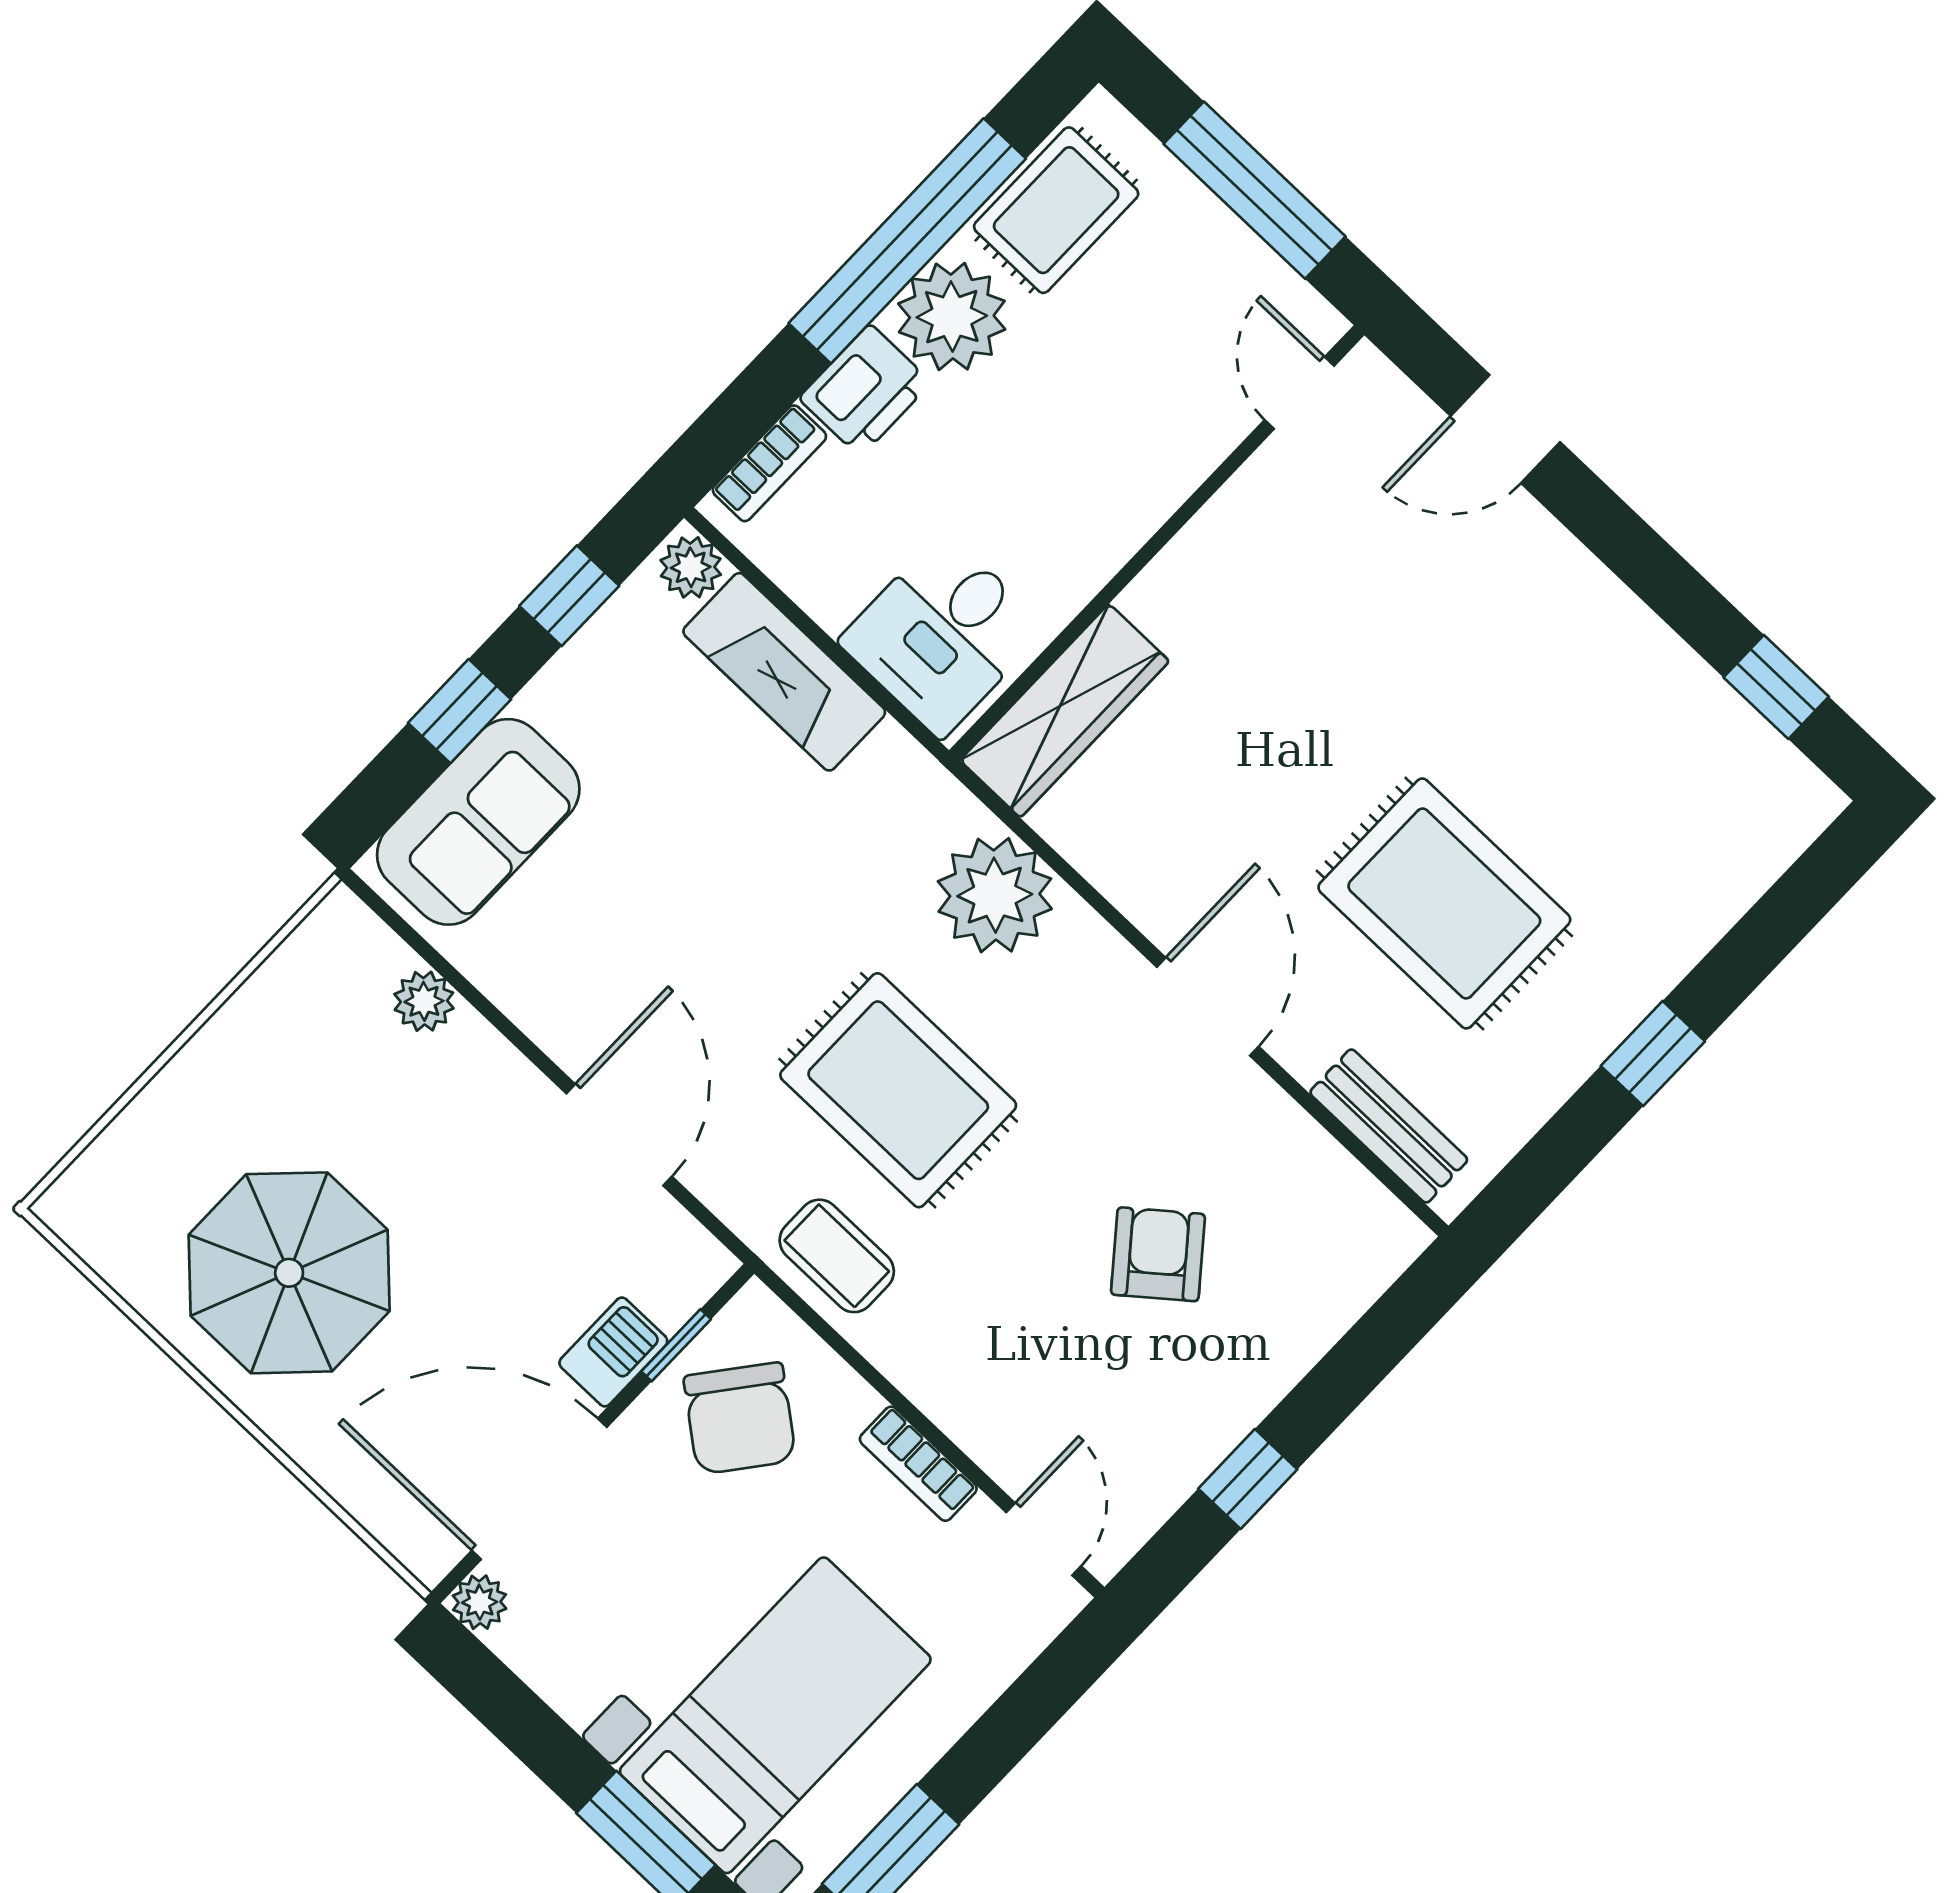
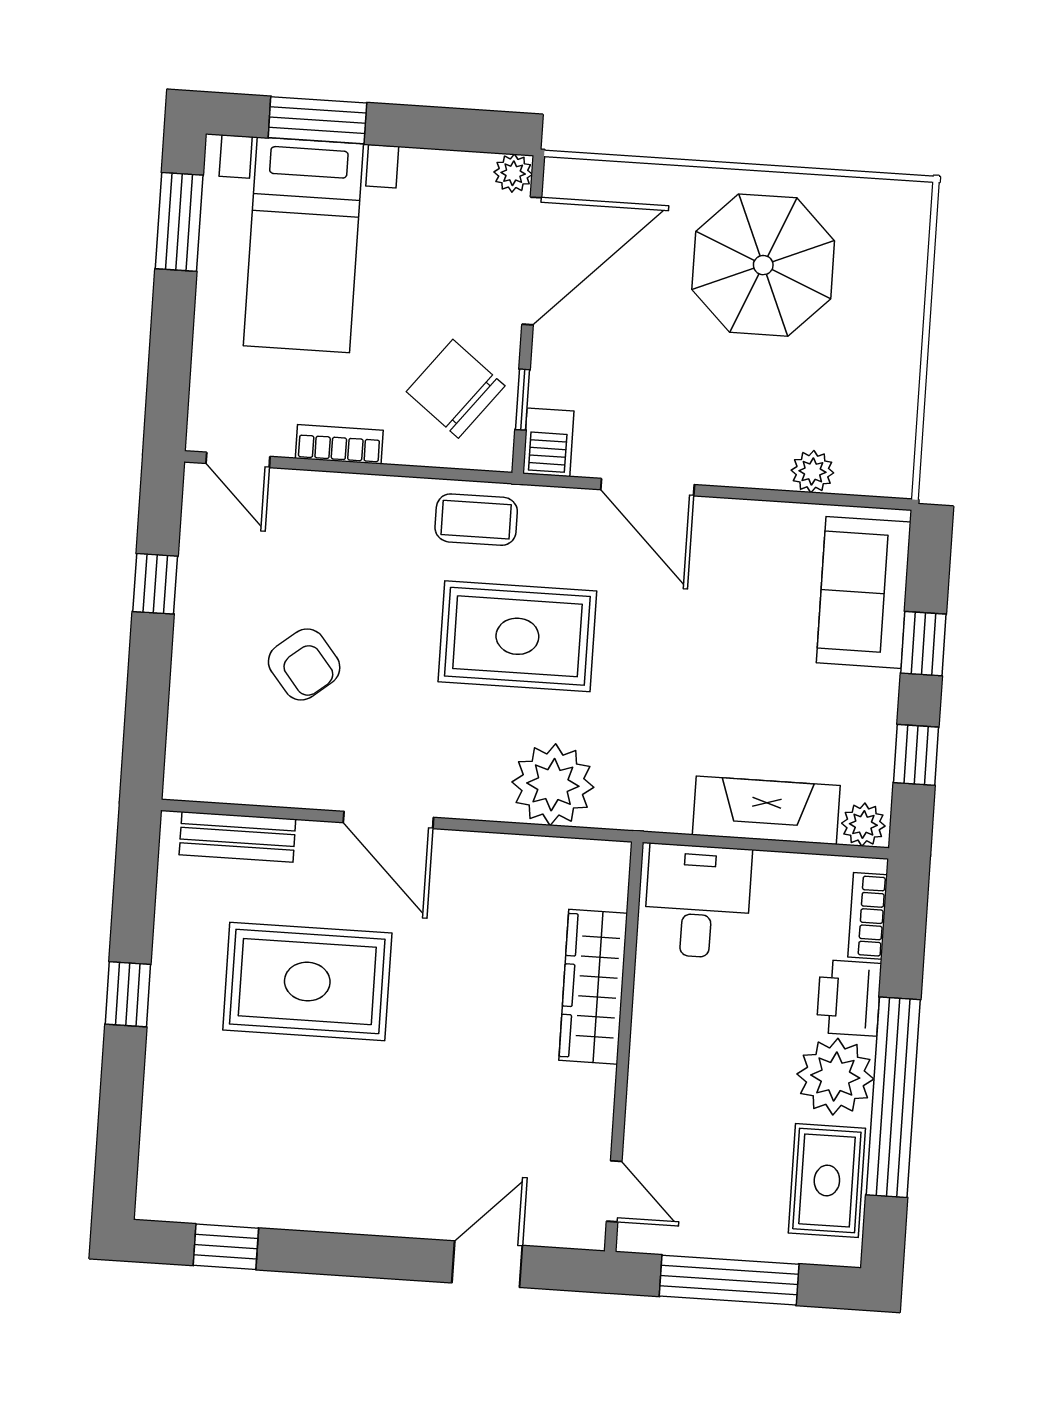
wardrobe: (1065, 711) -> (593, 987), moved
barbecue: (613, 1352) -> (548, 442), moved

